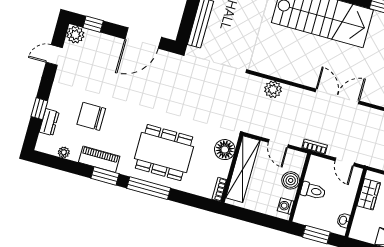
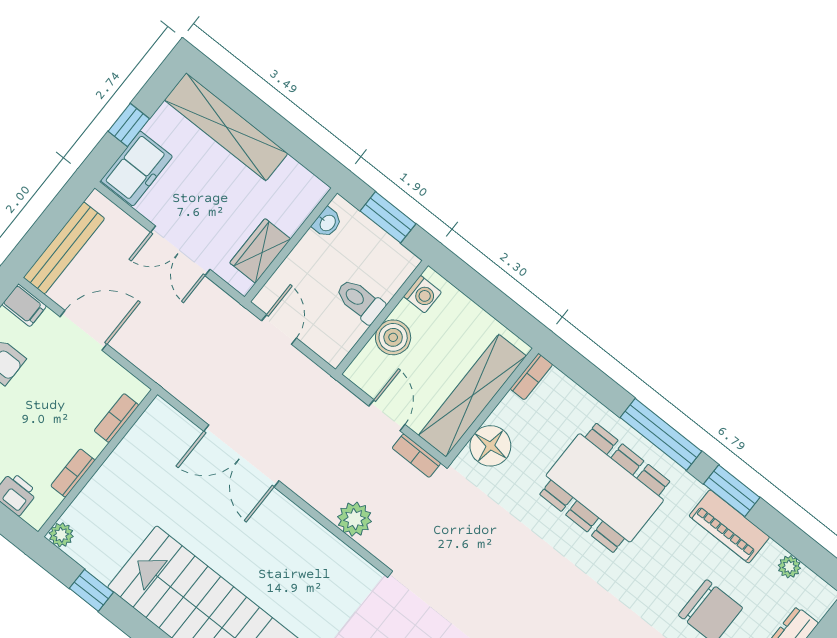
bookcase: (315, 147) -> (416, 456), moved

